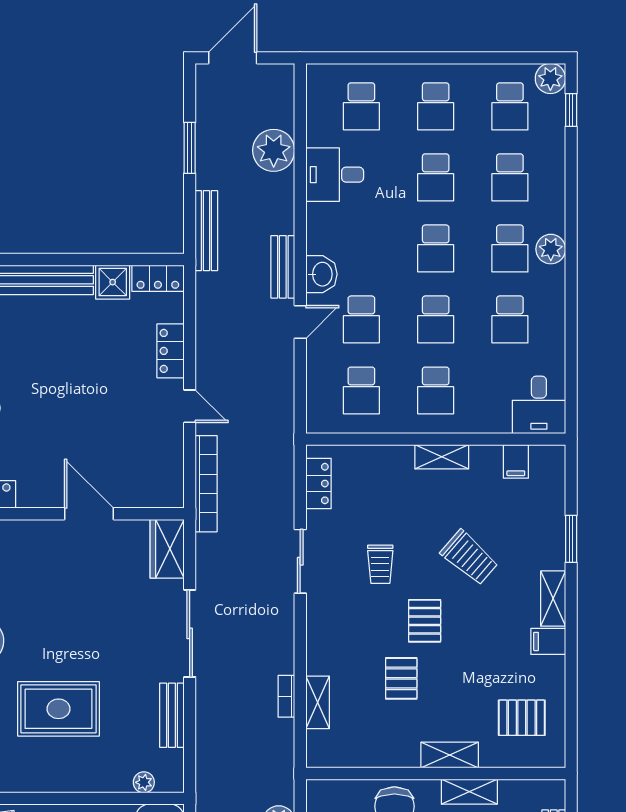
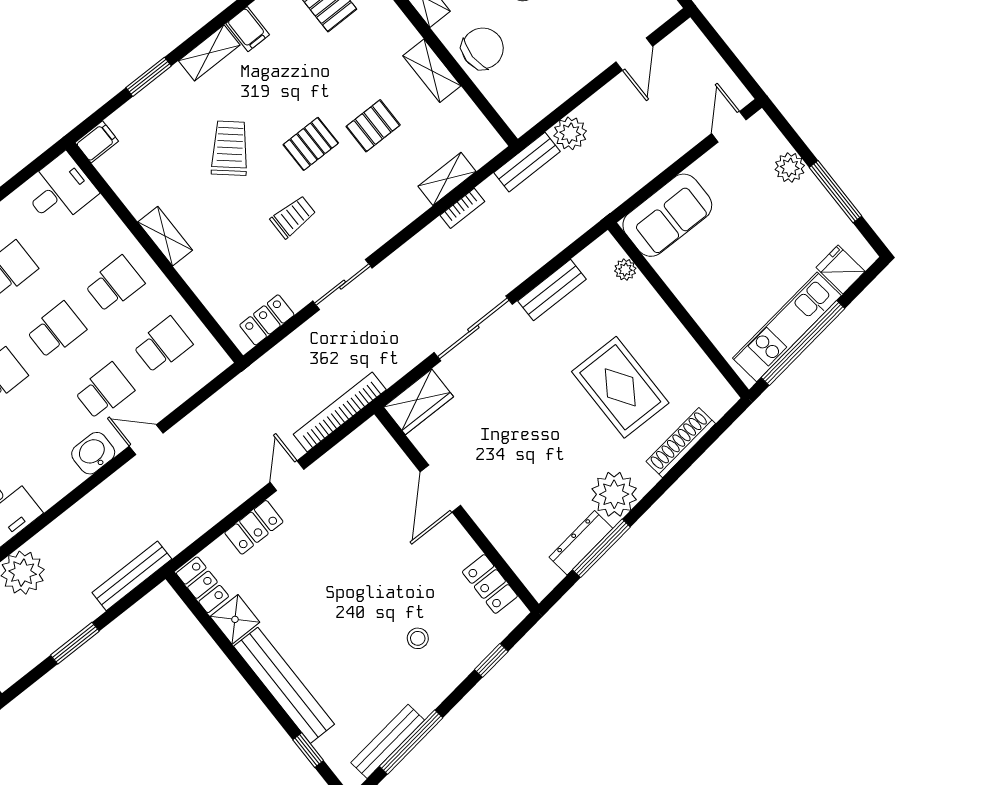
bench: (283, 267) -> (527, 162), moved
filing cabinet: (516, 461) -> (97, 142), moved
shelving: (450, 755) -> (432, 71), moved

